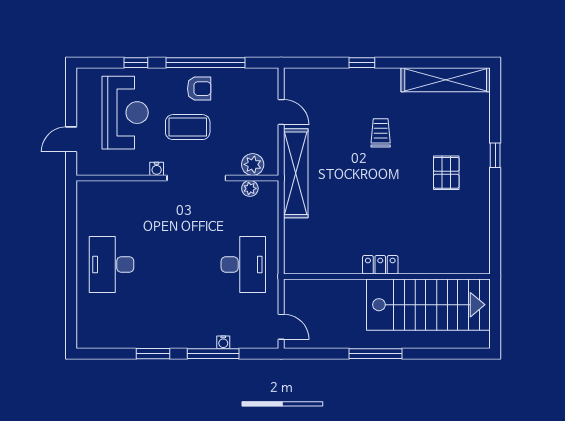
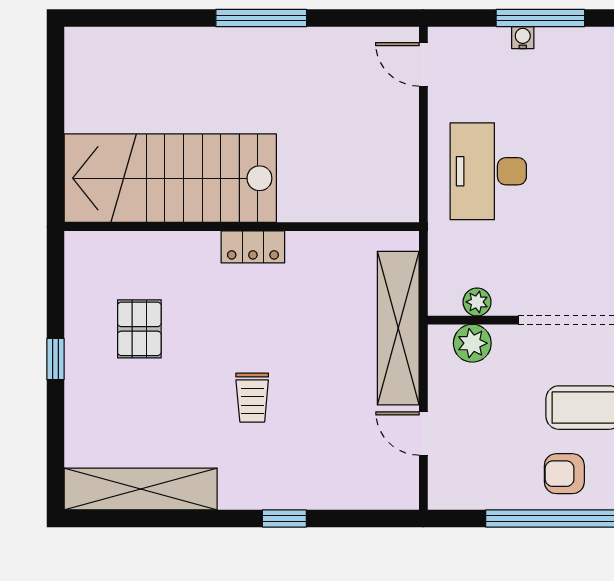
locker: (380, 265) -> (253, 247), moved
wall: (387, 277) -> (242, 227), moved
stairs: (428, 305) -> (170, 178), moved

